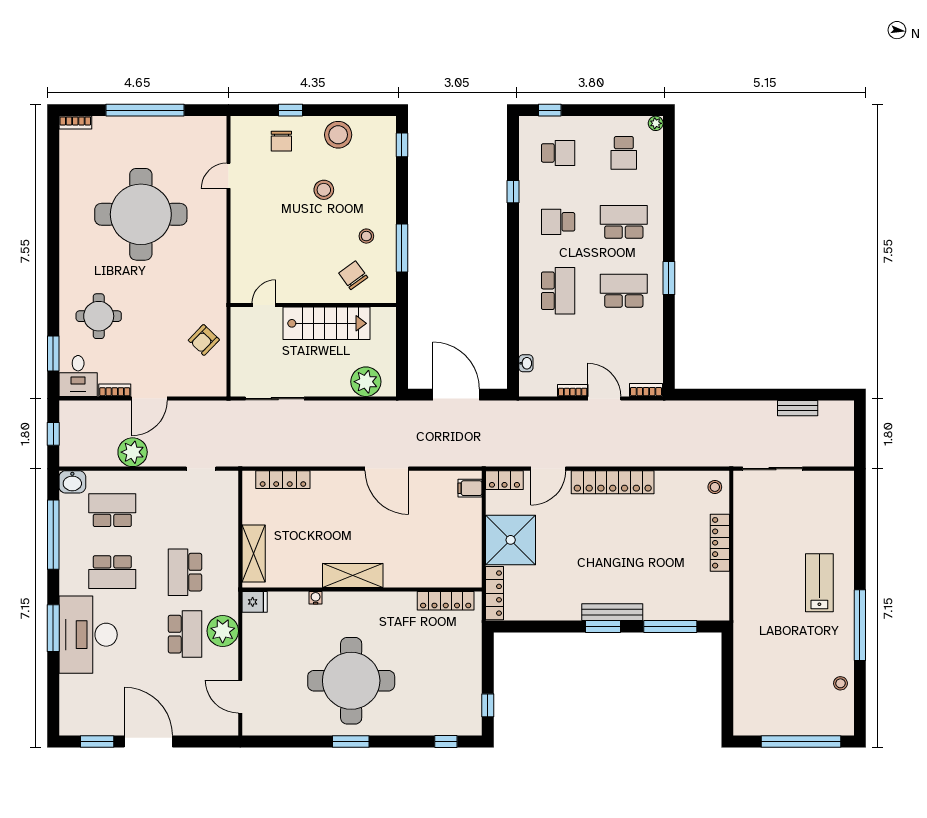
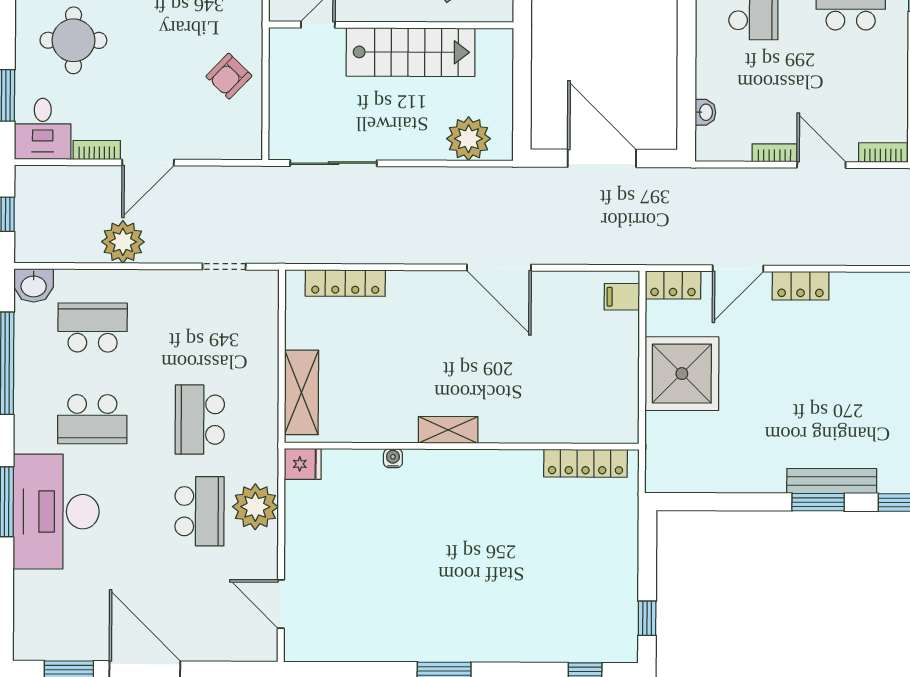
locker: (613, 482) -> (801, 286), width x0.46, depth x0.83
shelving: (353, 575) -> (448, 430), width x0.67, depth x0.75
locker: (495, 593) -> (658, 452), removed
round table: (351, 681) -> (445, 581), removed

